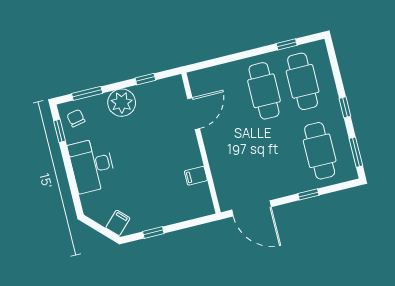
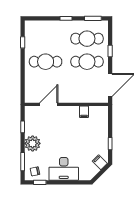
cafe table: (303, 81) -> (87, 62), moved
door: (194, 114) -> (49, 104), hinge flipped

